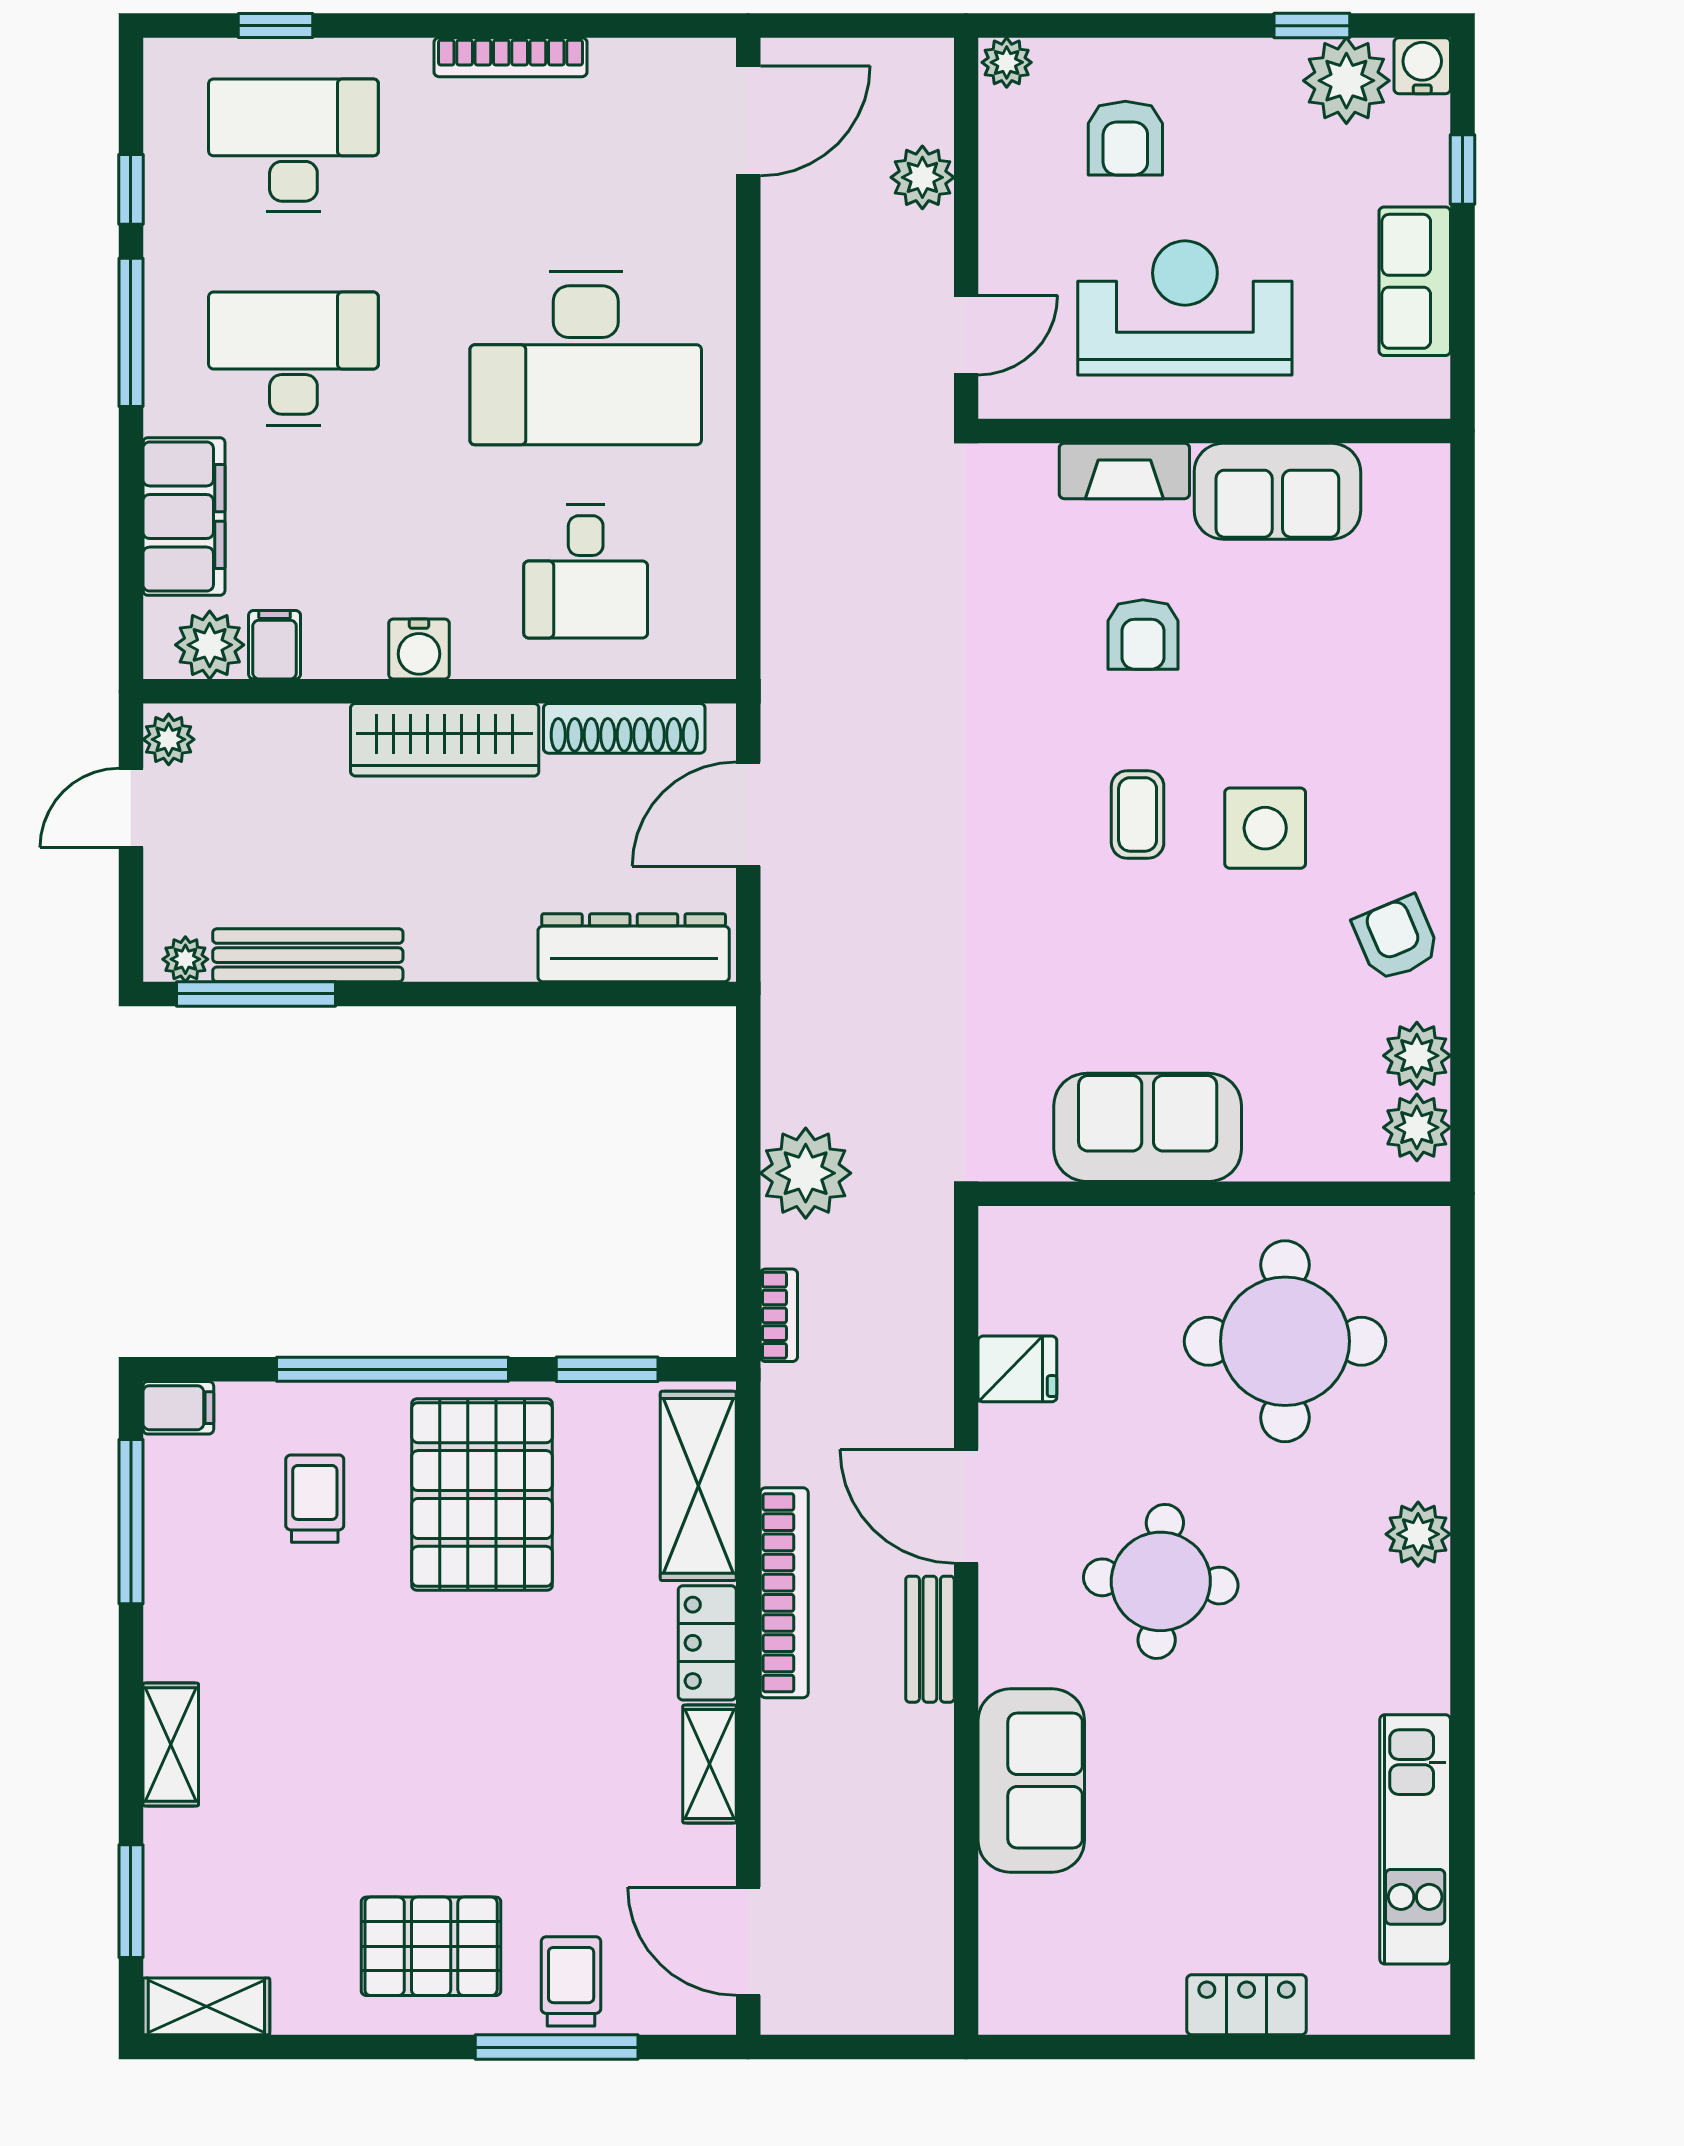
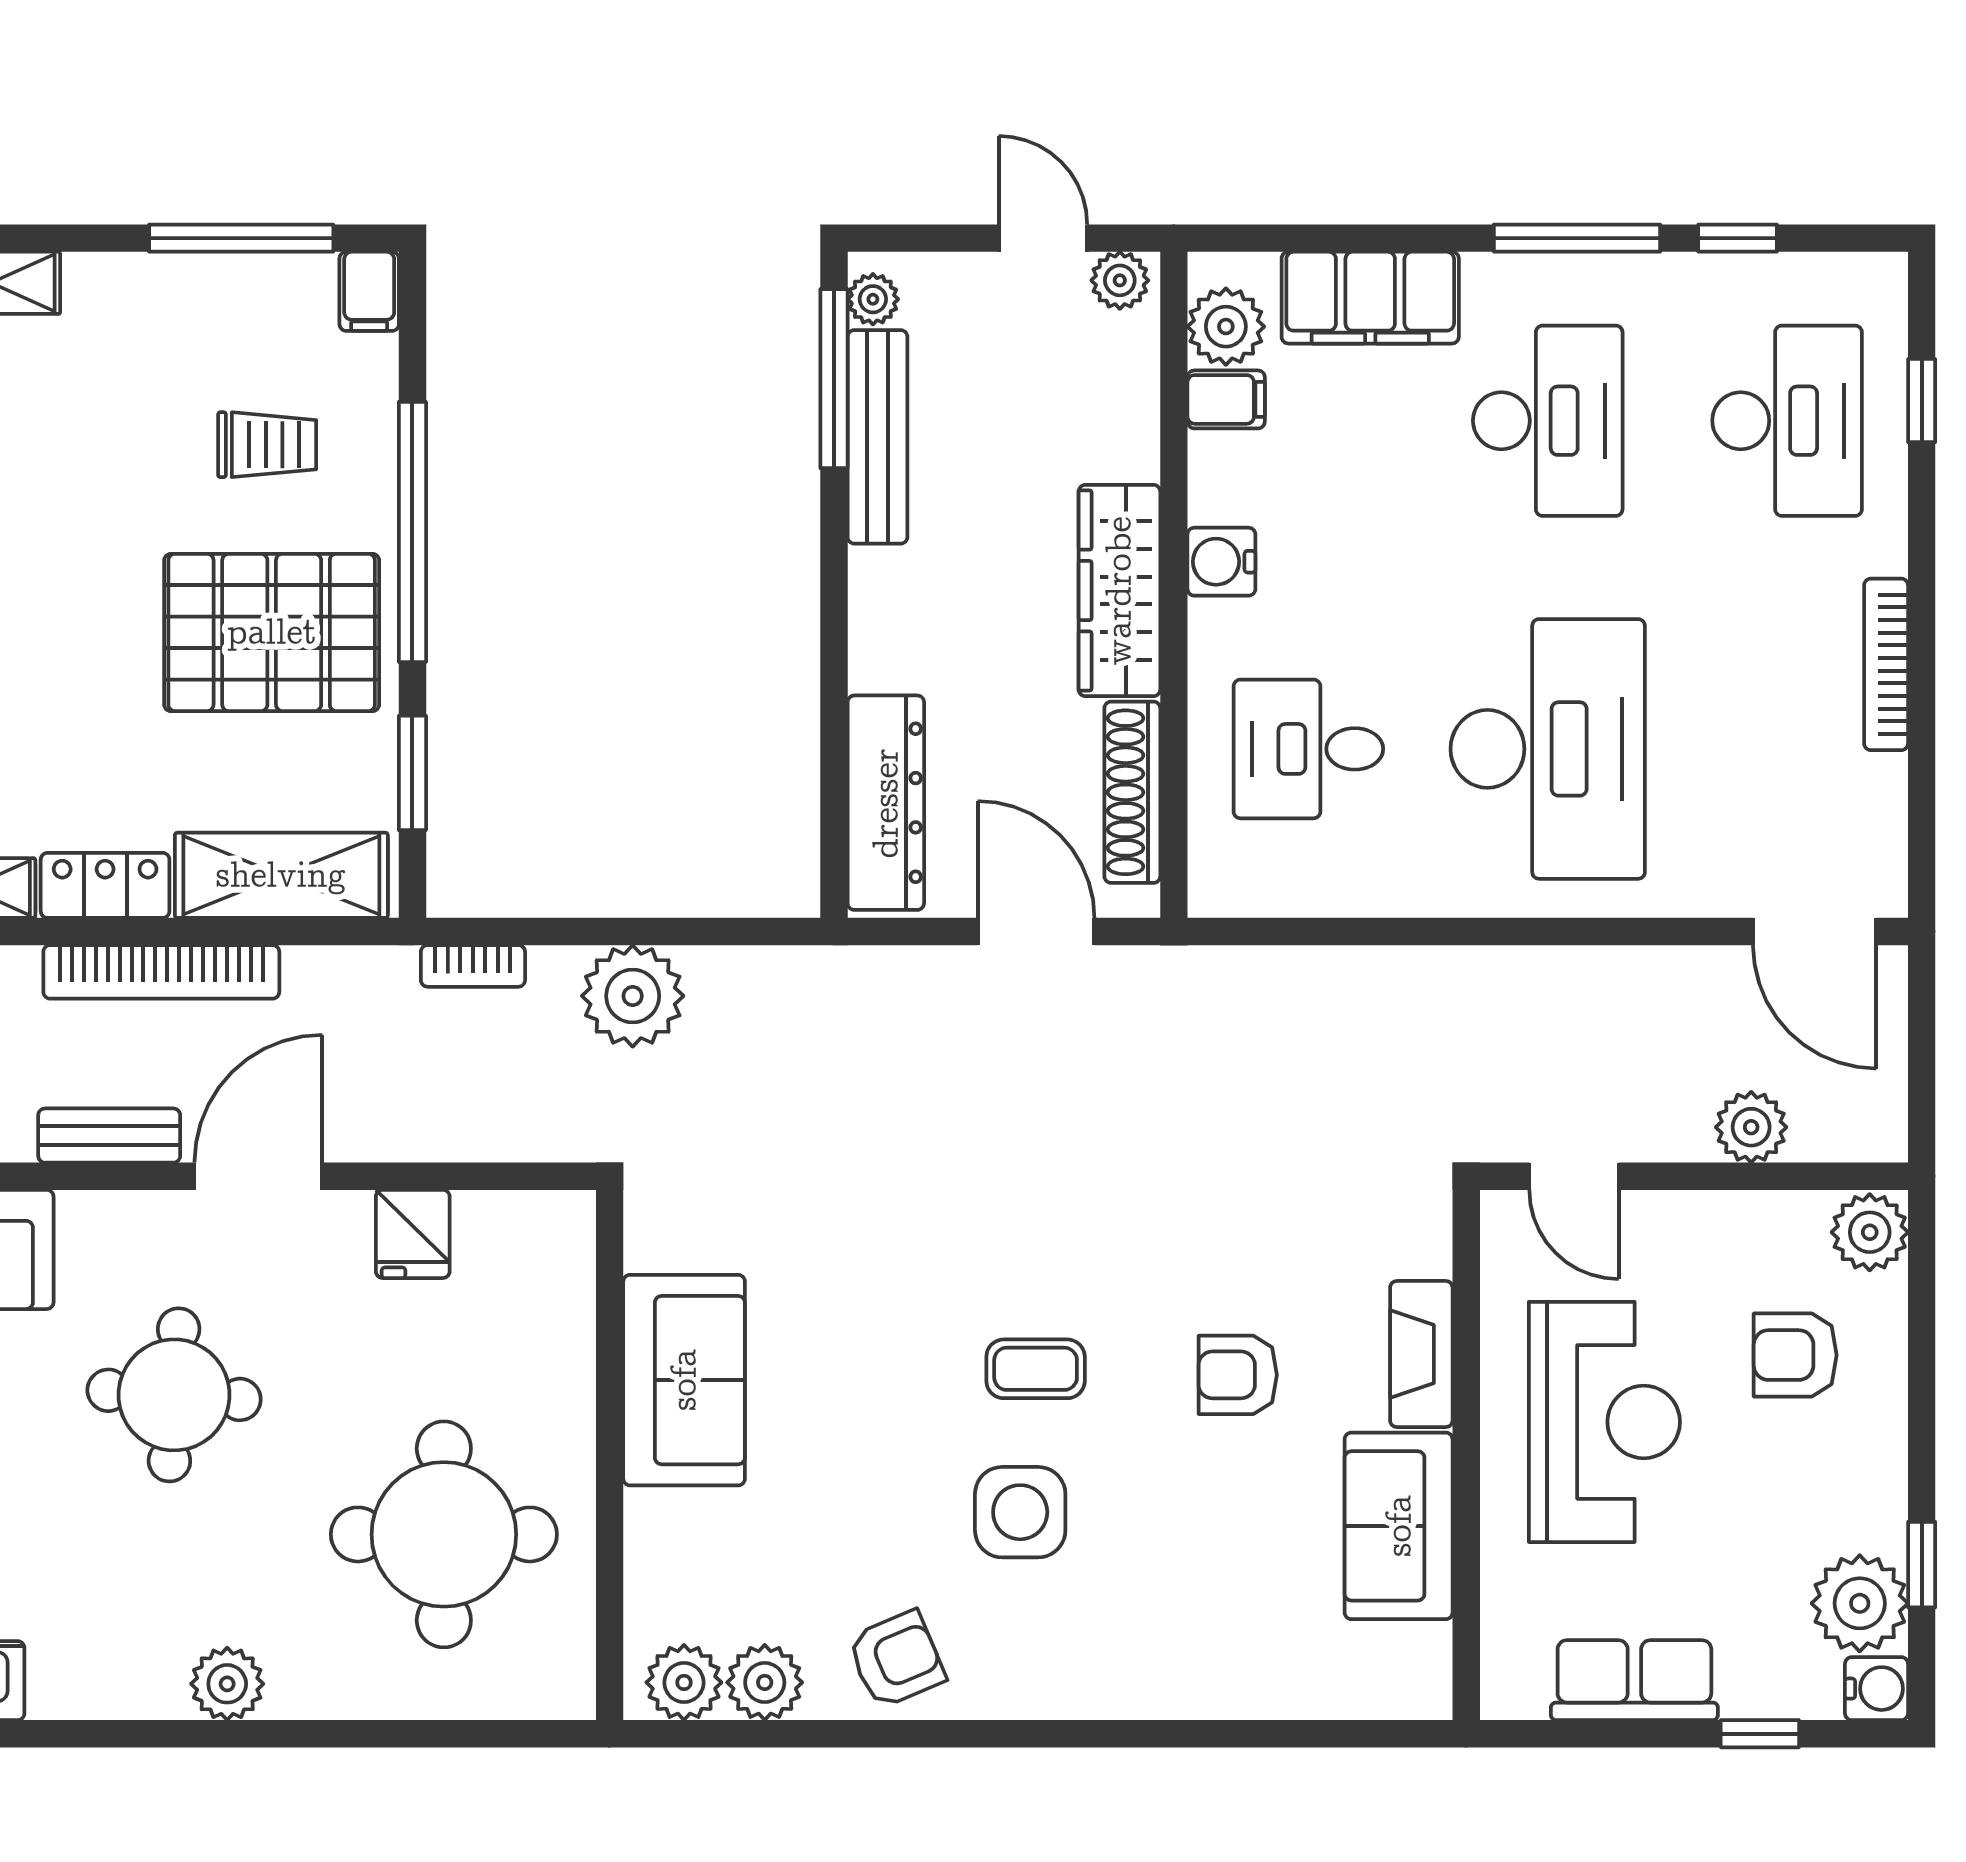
plant: (1007, 62) -> (1870, 1232), width x1.38, depth x1.38
desk: (586, 358) -> (1548, 749), turned 180

